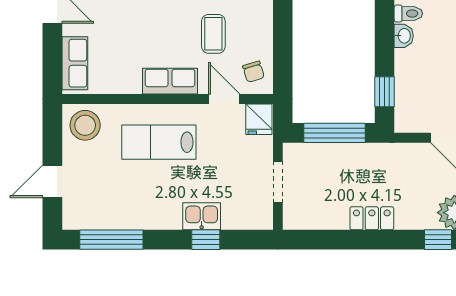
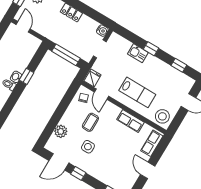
row of seats: (170, 81) -> (130, 121), moved
window: (385, 92) -> (27, 76), moved
water cooler: (294, 219) -> (102, 31), added
window: (111, 240) -> (179, 65), width x0.46
window: (206, 240) -> (151, 49), moved

